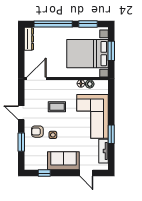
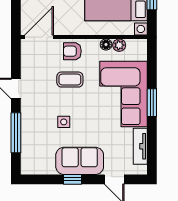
armchair: (37, 132) -> (72, 51), moved
window: (111, 134) -> (152, 103), moved
window: (21, 142) -> (16, 133), width x1.44
window: (44, 173) -> (73, 179), moved

